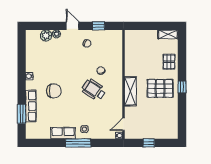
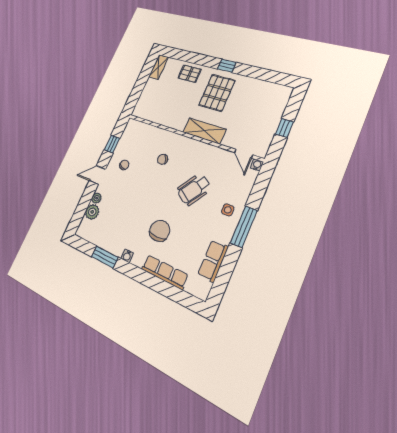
wheelchair: (94, 90) -> (194, 189), moved
window: (22, 114) -> (105, 257), moved
row of seats: (63, 133) -> (213, 261), moved

